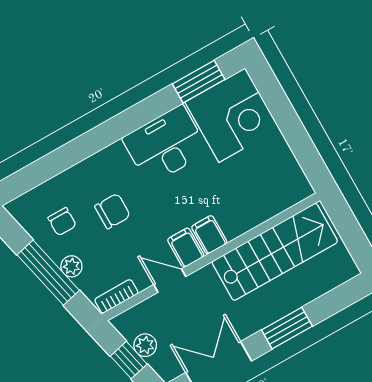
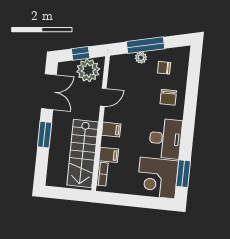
chair: (113, 211) -> (168, 97), moved
filing cabinet: (186, 248) -> (109, 155), moved
bookcase: (116, 296) -> (102, 174), moved
plant: (145, 345) -> (88, 70), width x1.87, depth x1.87

